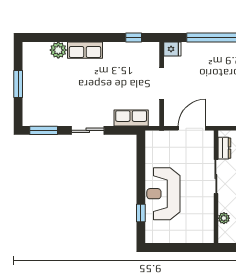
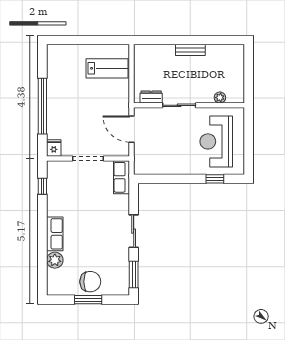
chair: (36, 86) -> (90, 282), added
row of seats: (131, 118) -> (121, 177), moved
reception desk: (163, 194) -> (216, 141), moved, turned 90

